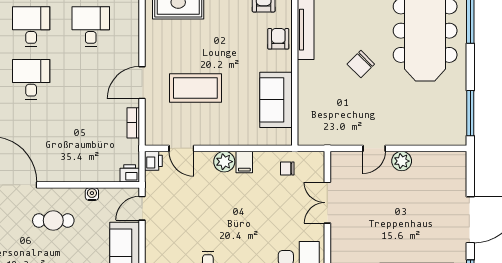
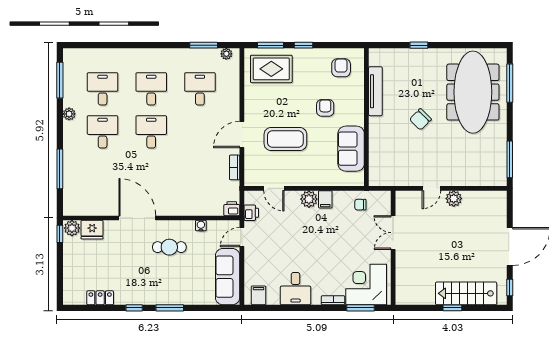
armchair: (278, 39) -> (325, 108), moved
printer: (153, 161) -> (251, 213), moved

